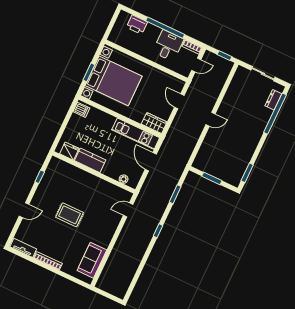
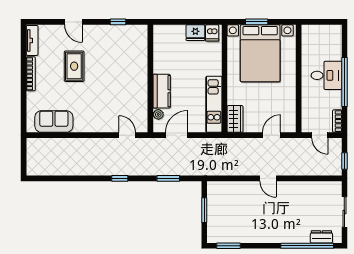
printer: (137, 25) -> (333, 50), removed
desk: (168, 46) -> (327, 75), moved
fridge: (69, 151) -> (195, 33), moved, turned 90
kitchen counter: (90, 160) -> (162, 91), moved
door: (151, 162) -> (177, 135), moved
rug: (70, 215) -> (74, 66), moved

